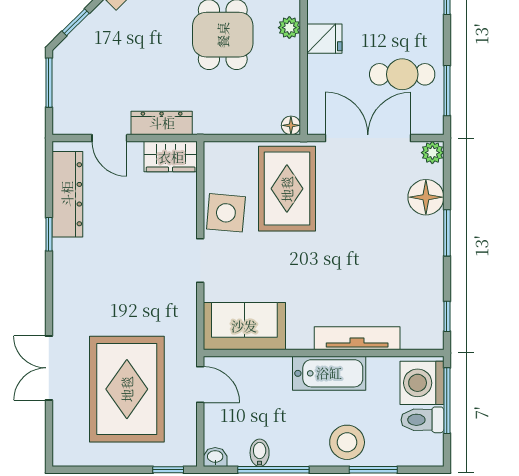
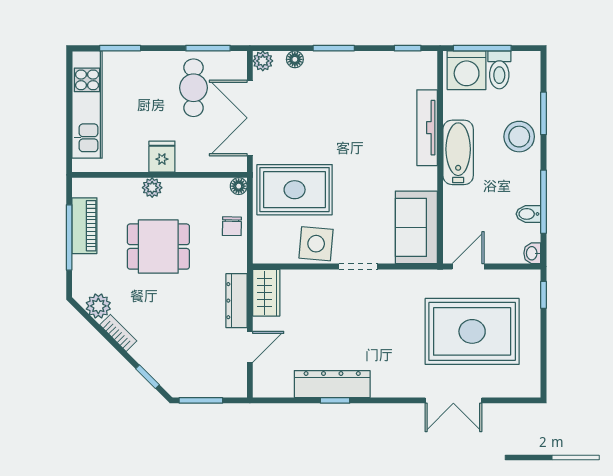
chair: (246, 118) -> (232, 226), added
dresser: (67, 194) -> (332, 384), moved
floor lamp: (426, 197) -> (295, 59), width x0.53, depth x0.53

